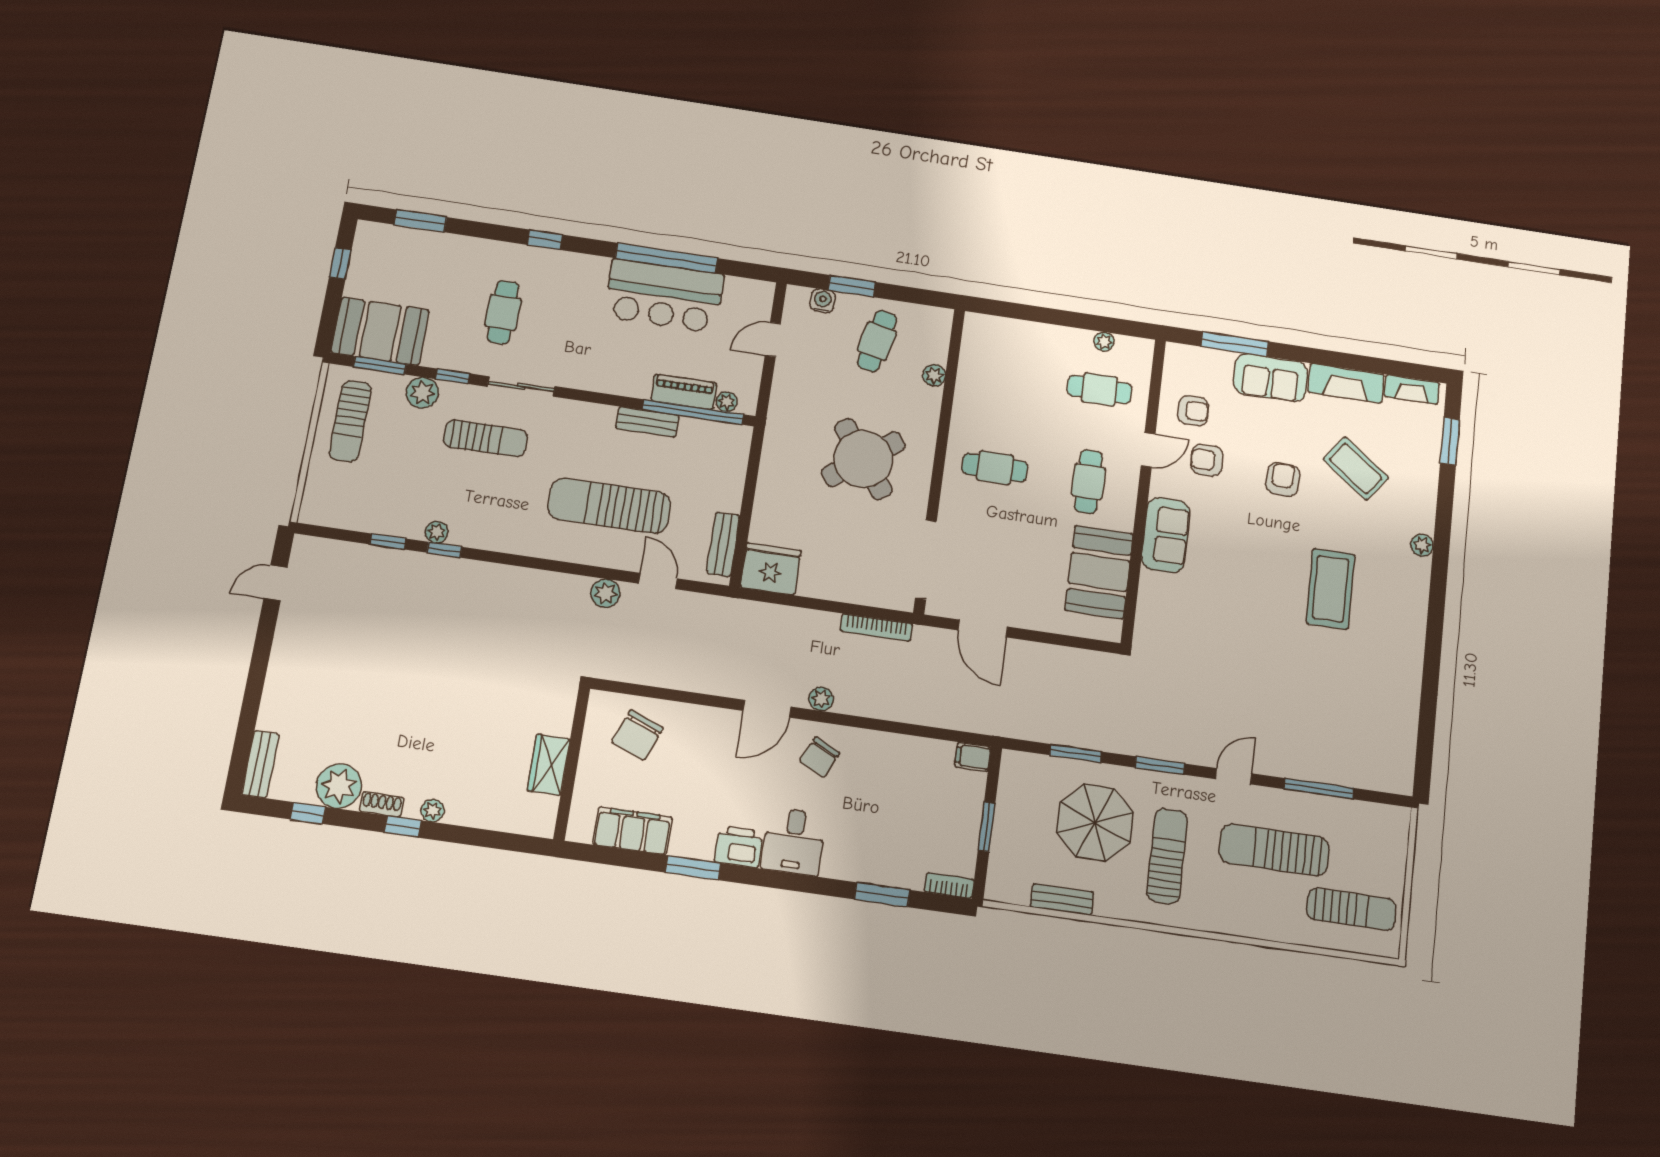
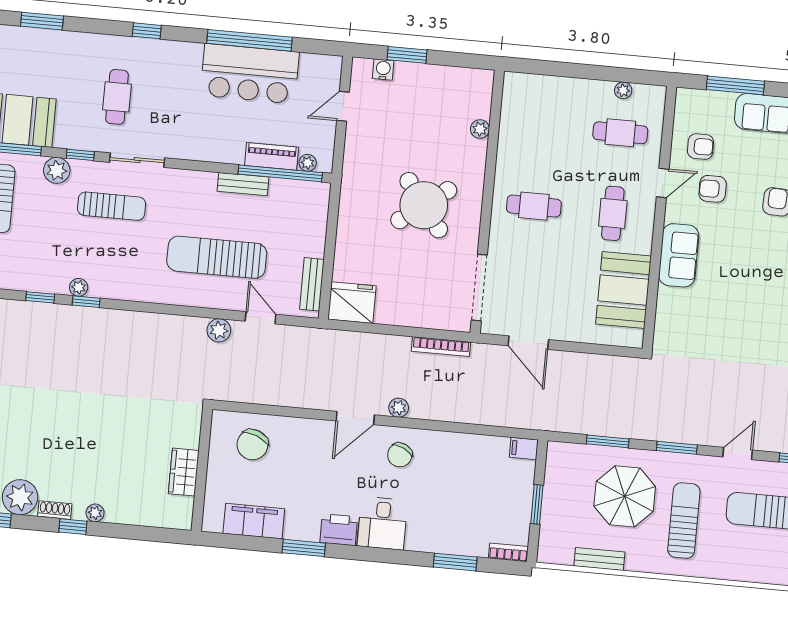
cafe table: (877, 341) -> (431, 102), removed

